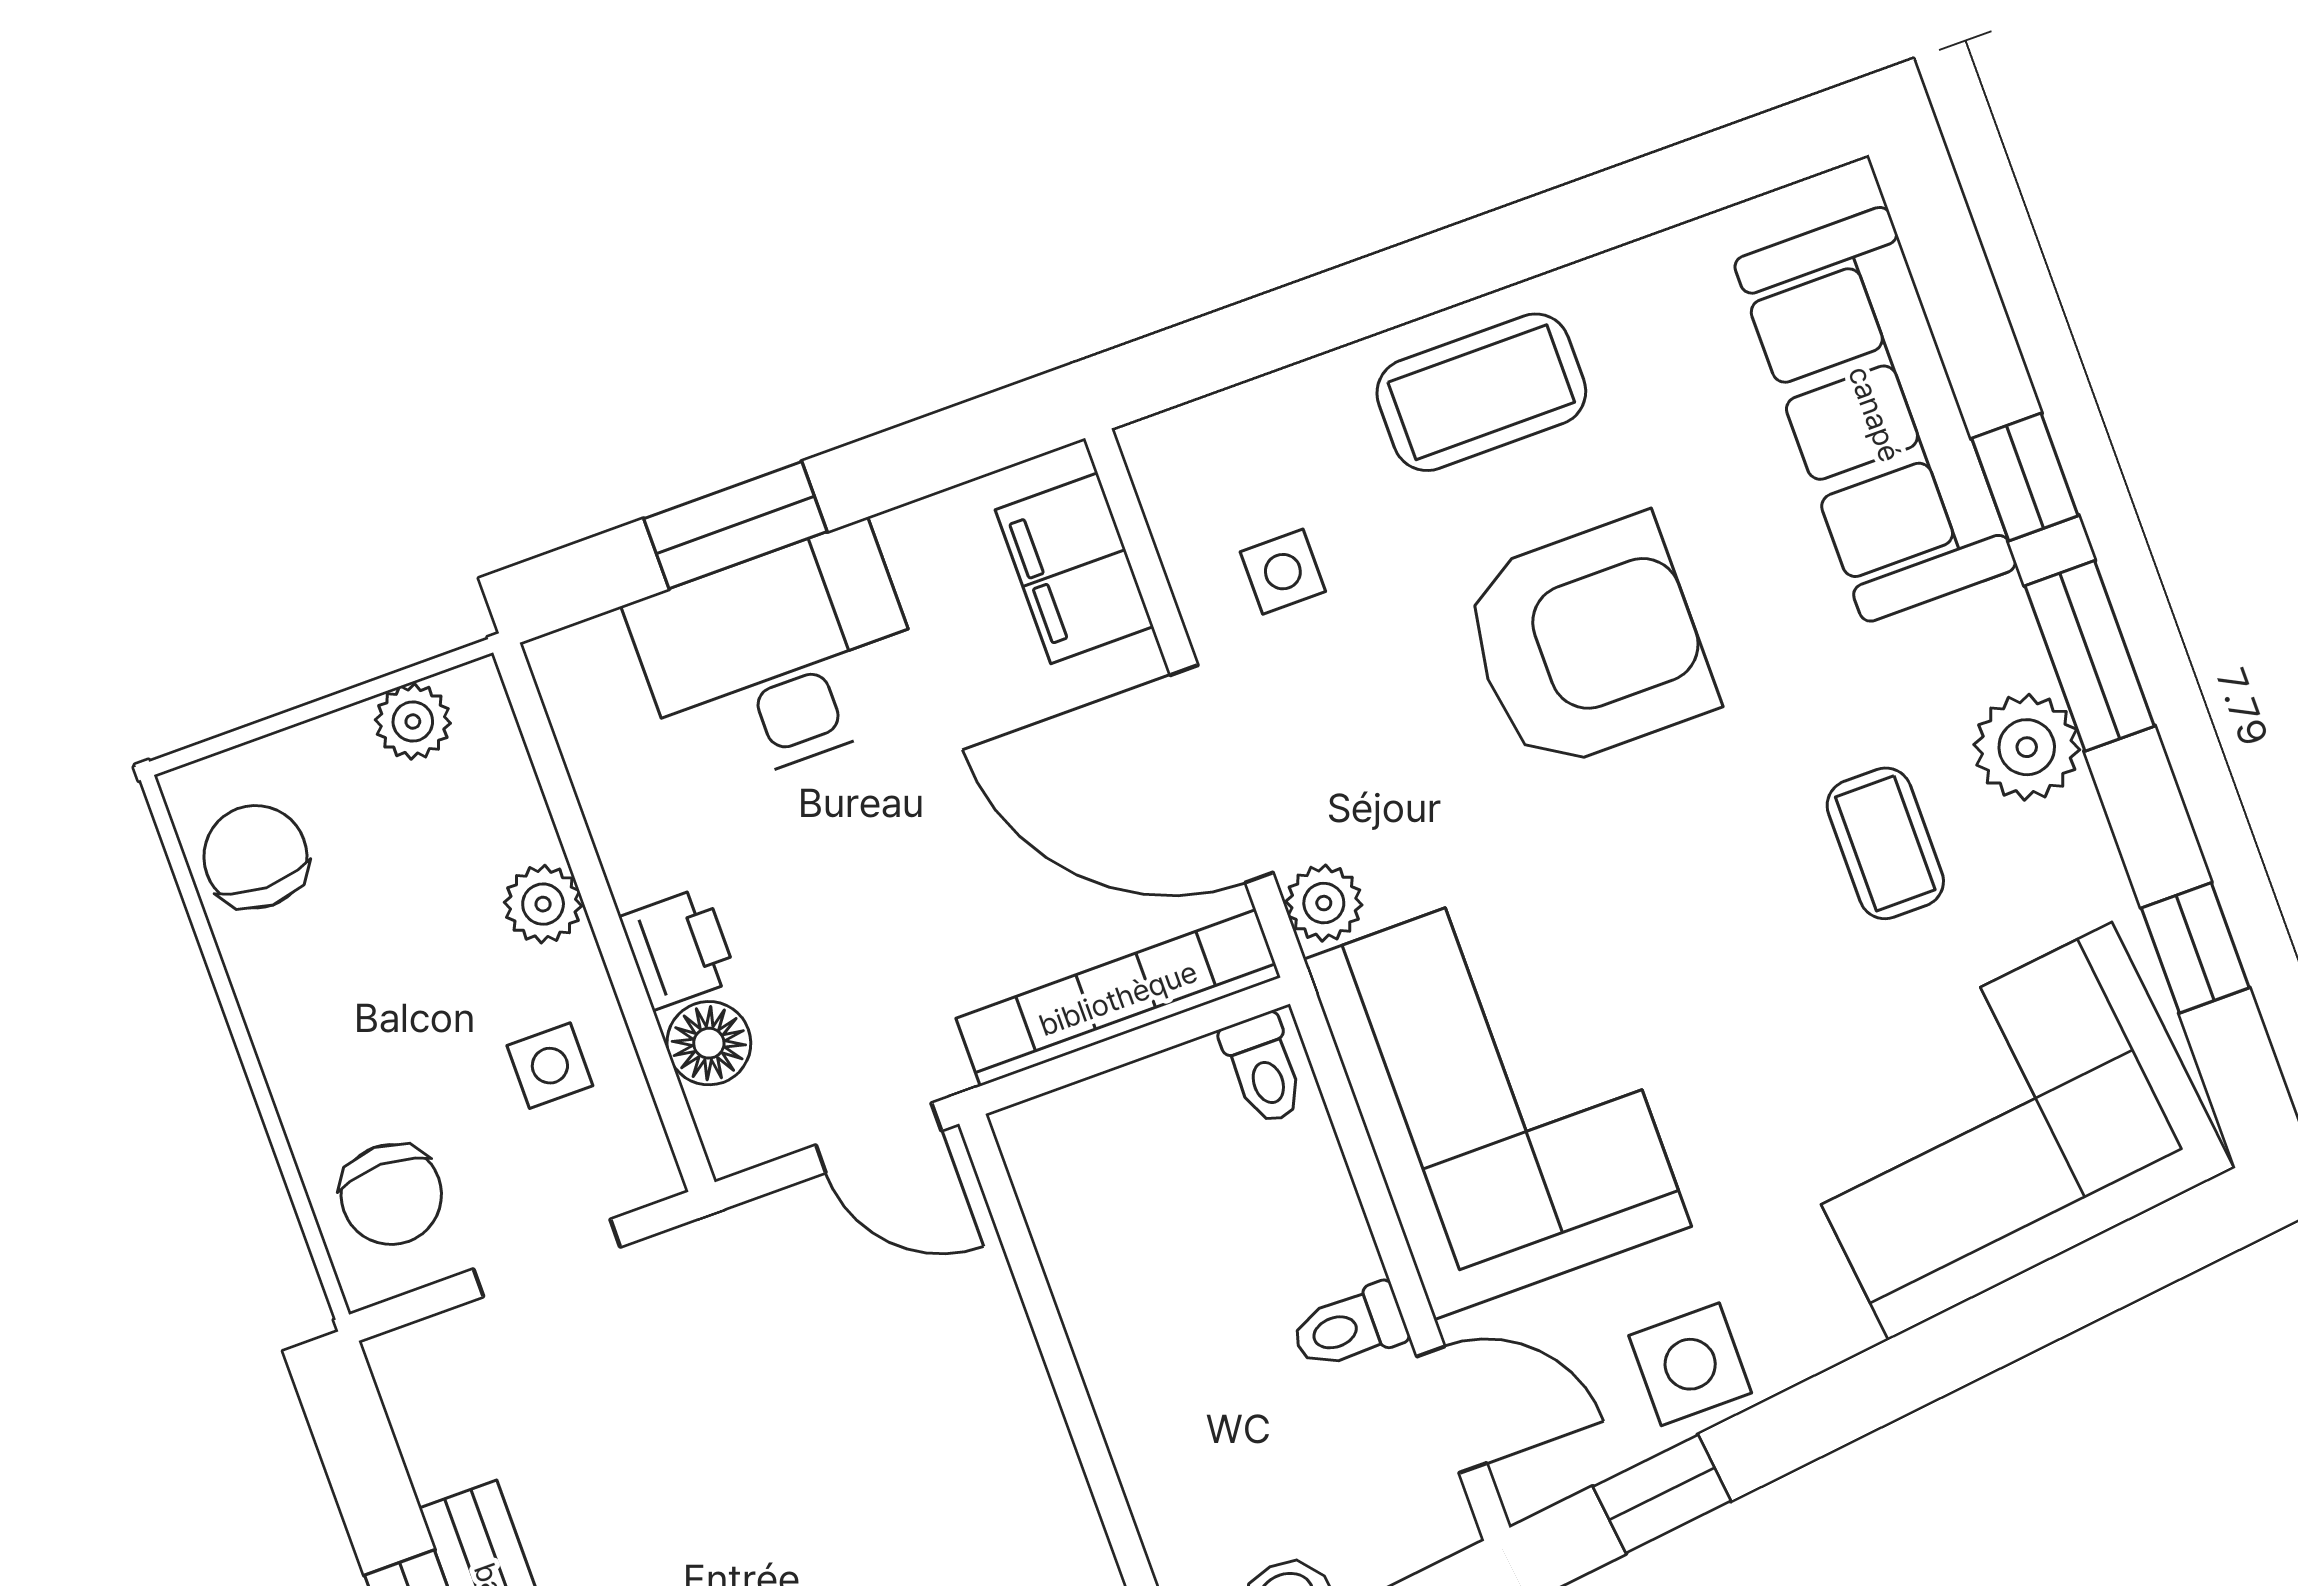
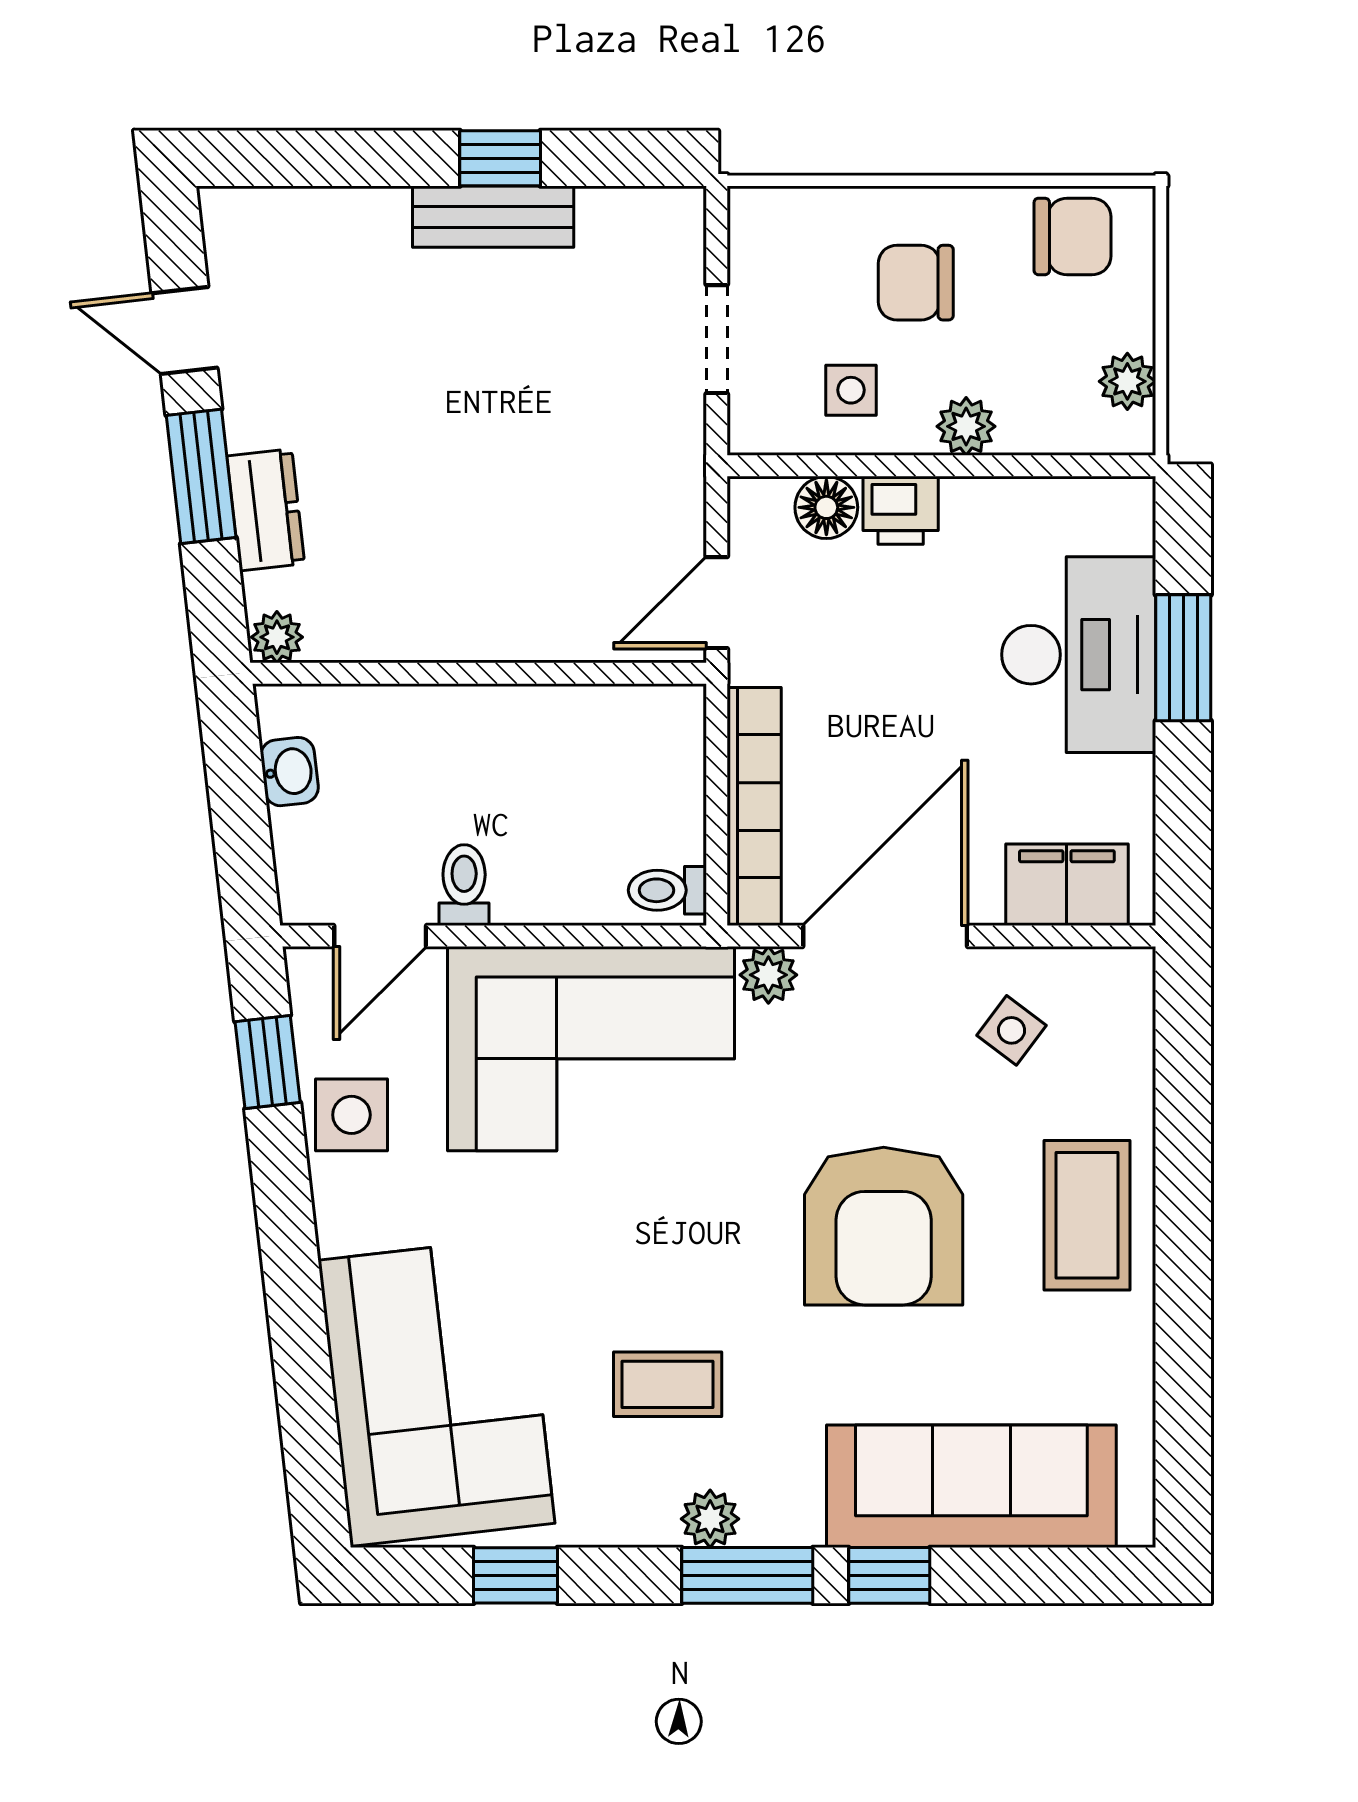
side table: (1283, 572) -> (1011, 1030), turned 37
plant: (2027, 747) -> (710, 1519), width x0.73, depth x0.73
chair: (391, 1195) -> (916, 283), moved

